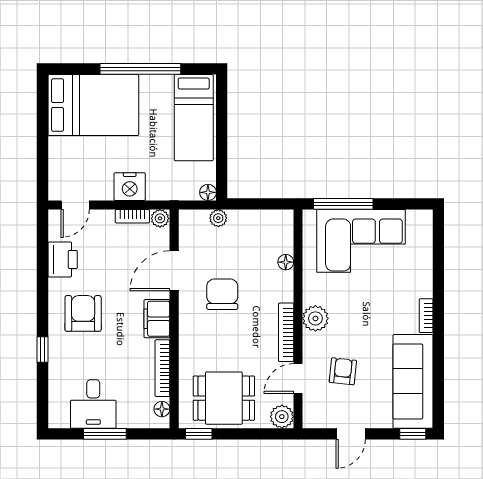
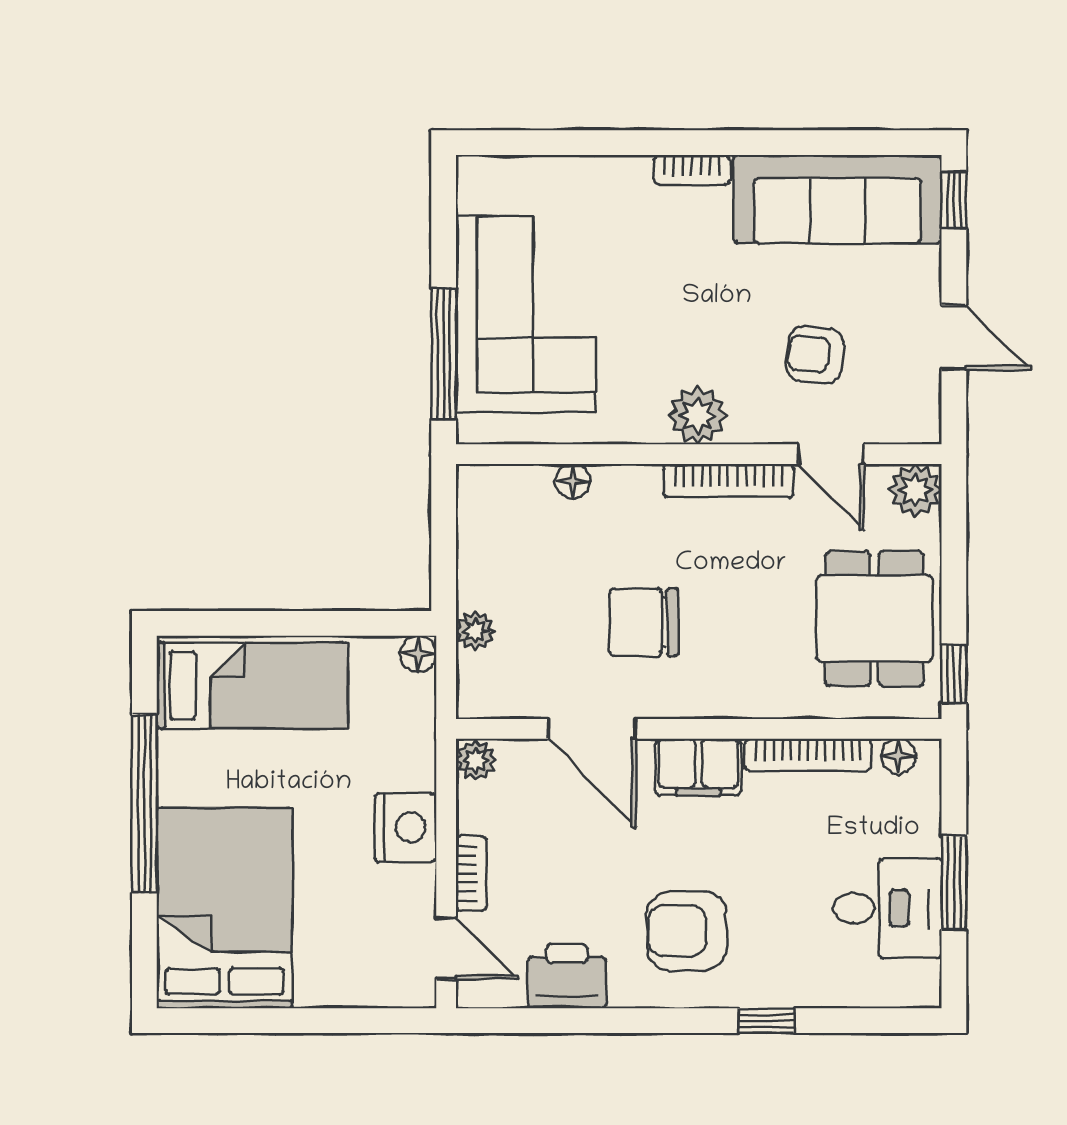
bookcase: (132, 216) -> (471, 873), moved

